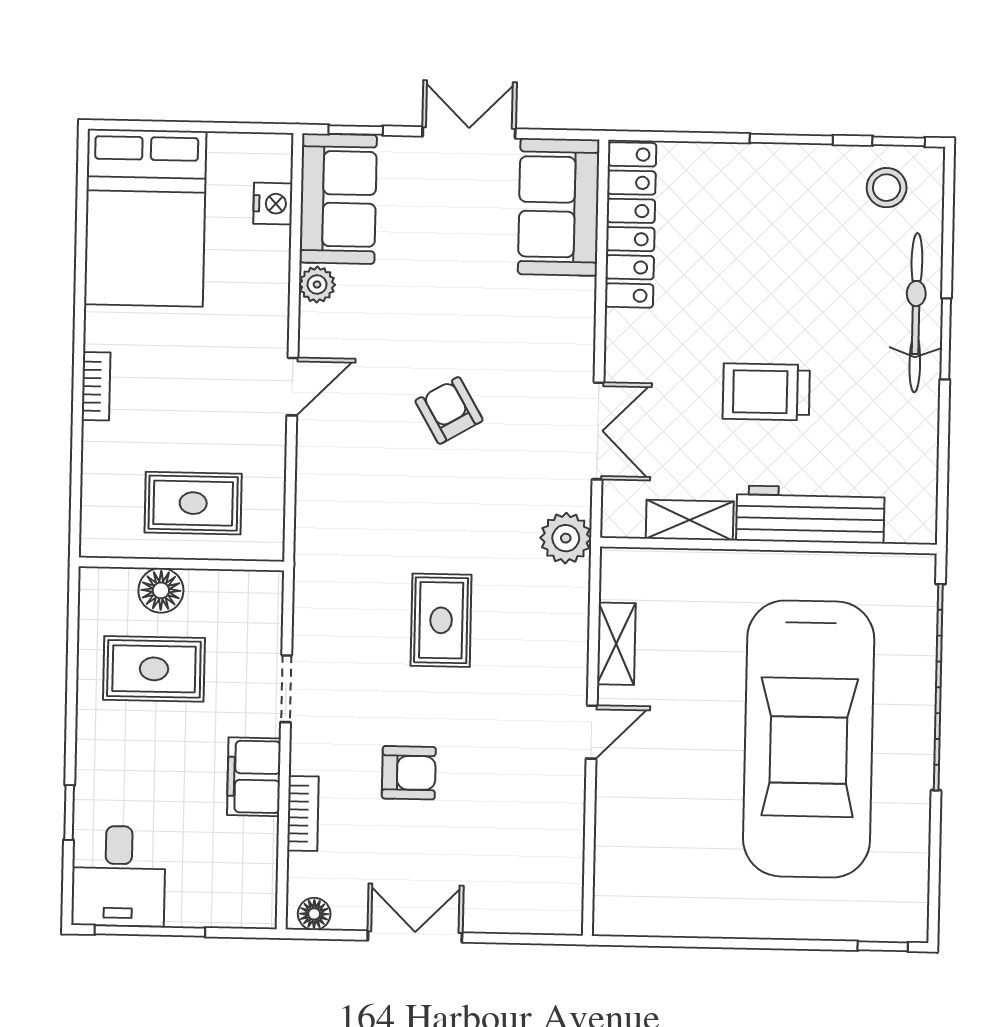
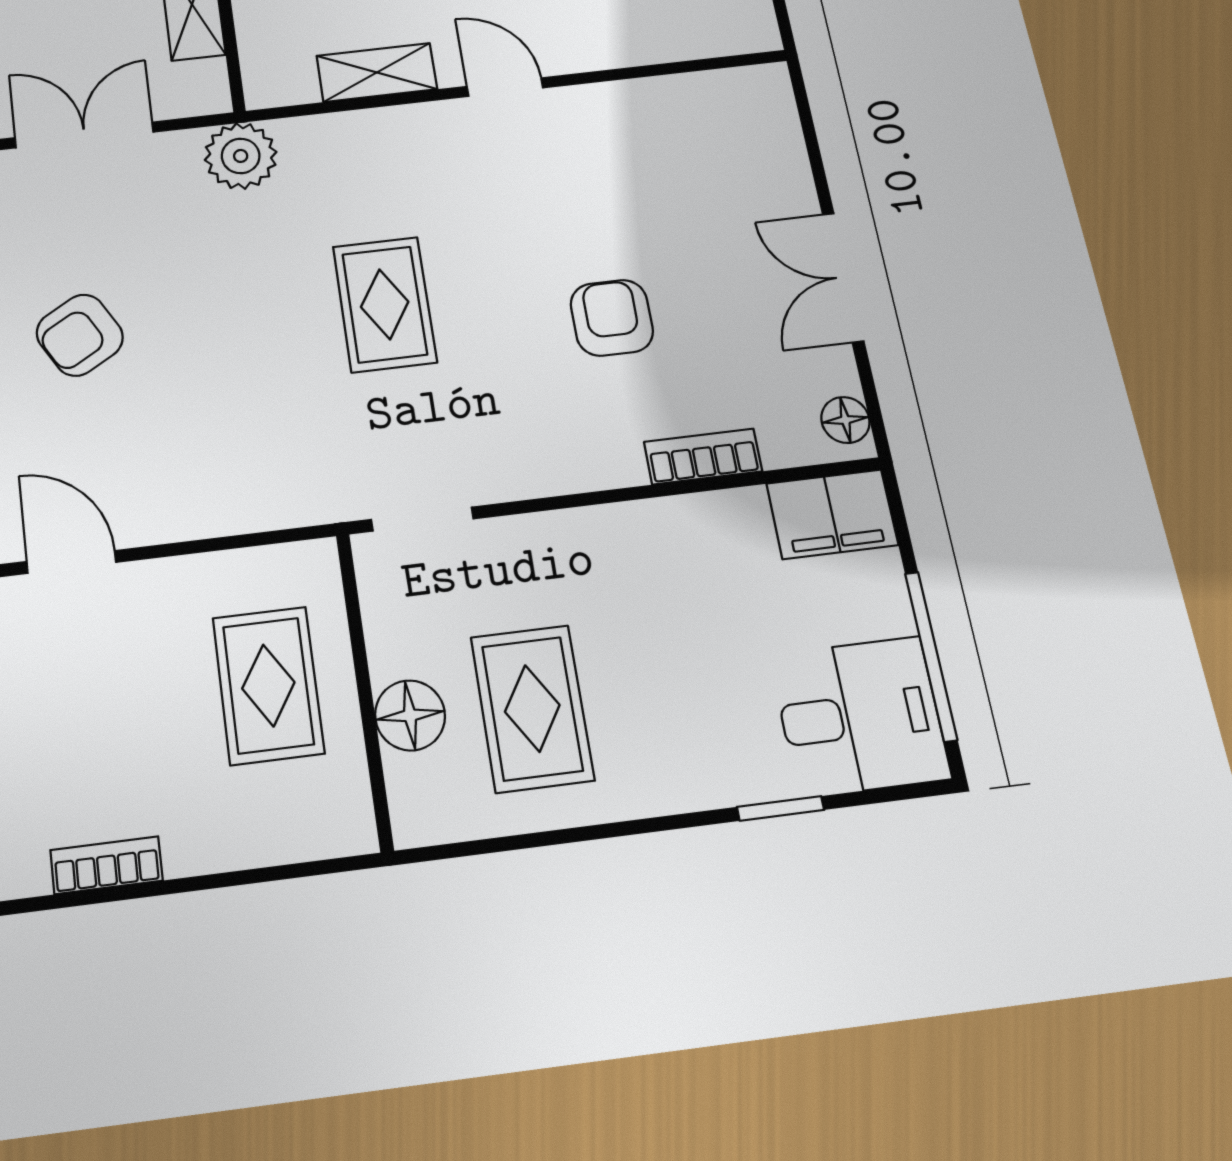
rug: (441, 620) -> (385, 304), turned 90
doorway: (286, 689) -> (422, 519), moved
filing cabinet: (254, 777) -> (832, 514), moved

